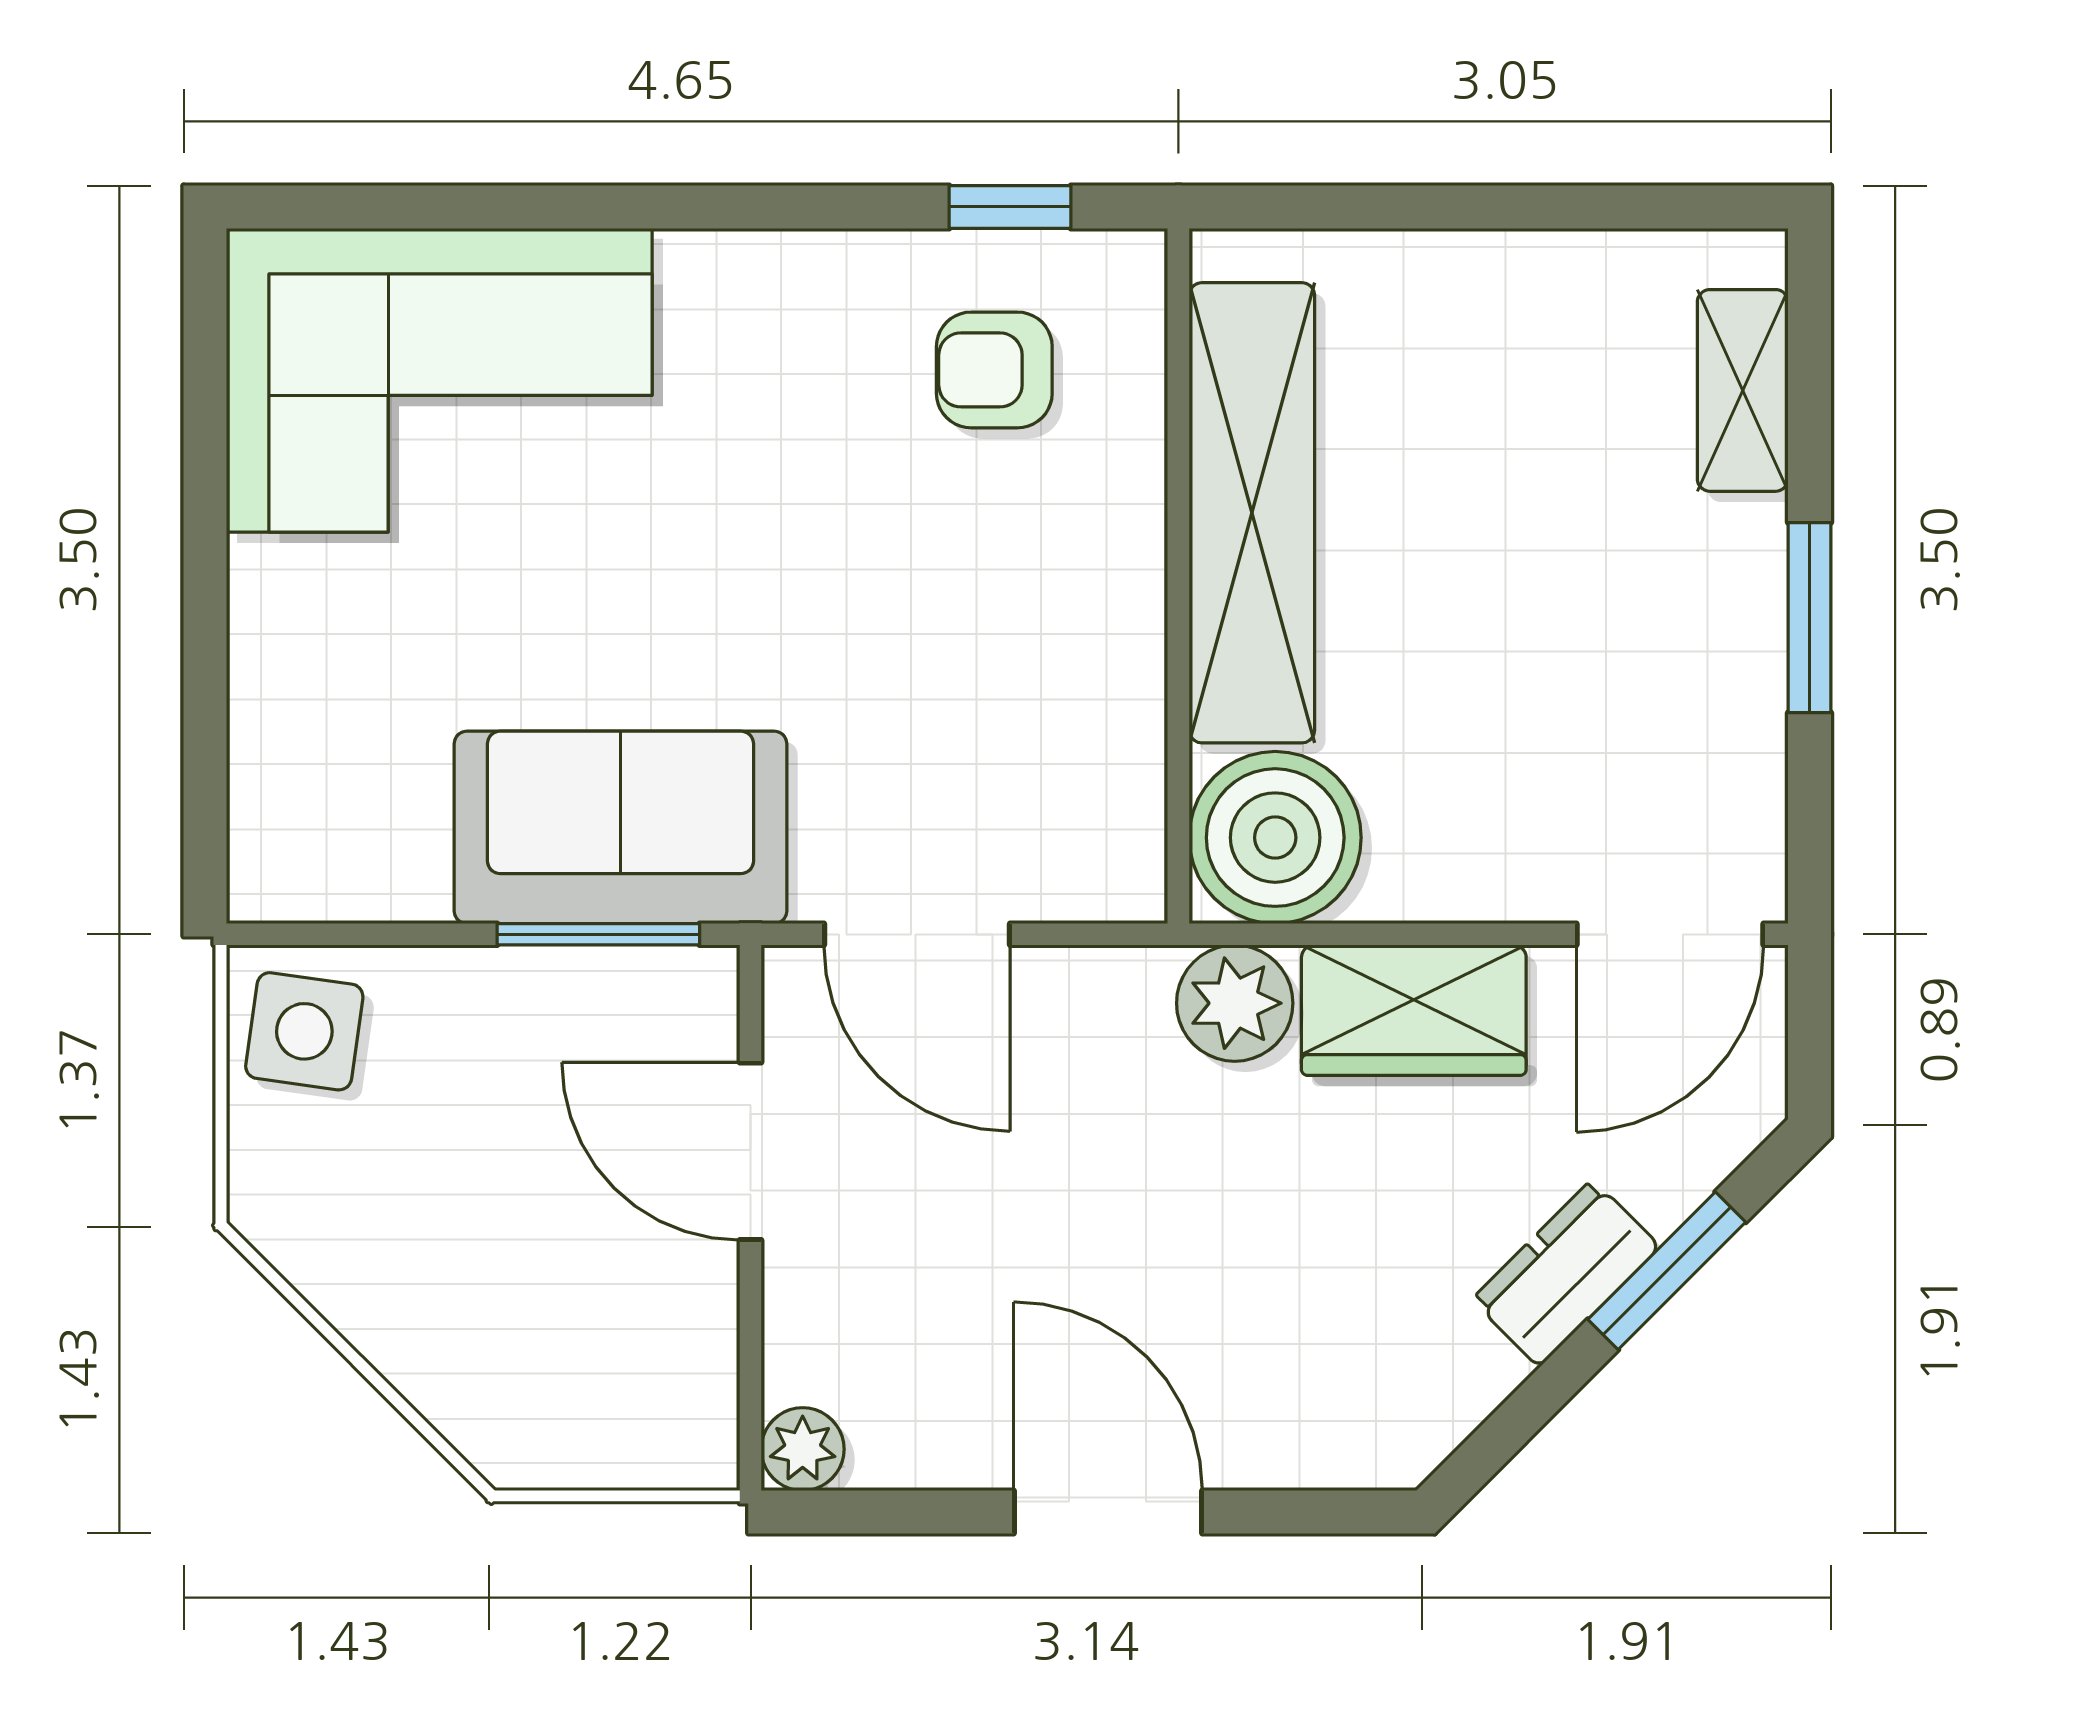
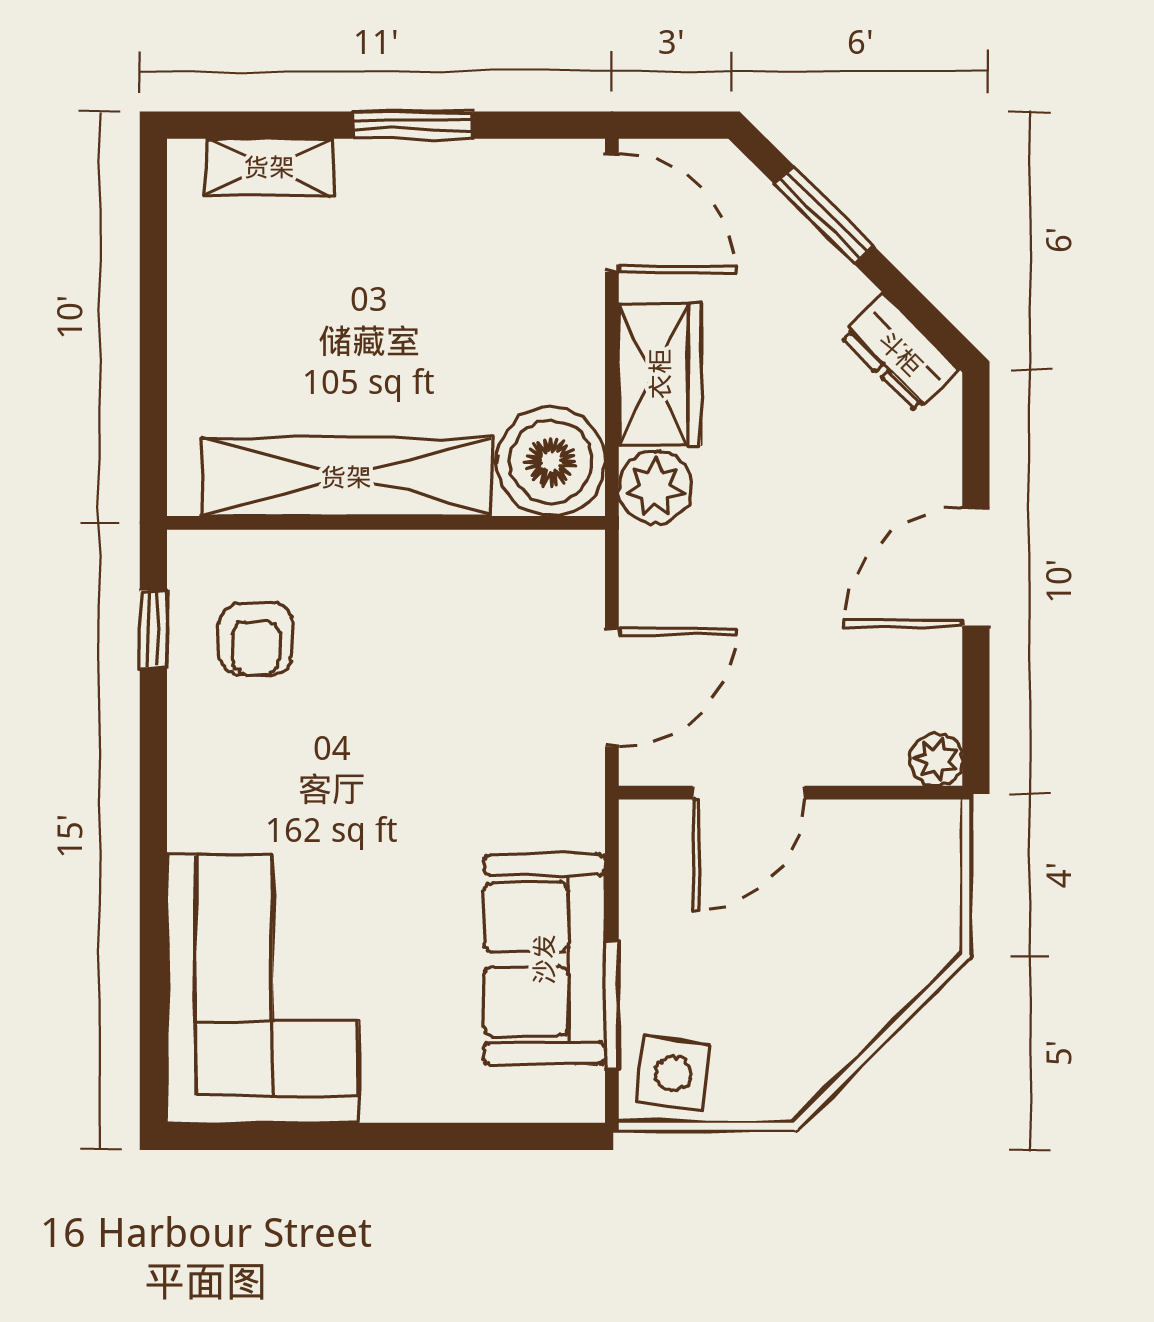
sofa: (620, 827) -> (544, 959), moved
window: (598, 934) -> (612, 1005), moved
dresser: (1566, 1273) -> (900, 353), moved

